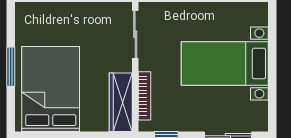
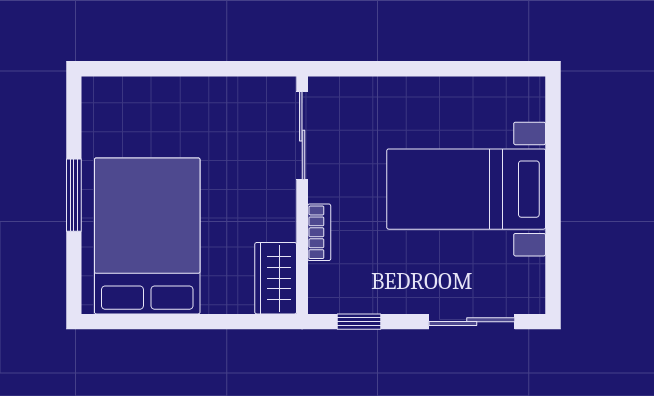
bookcase: (145, 96) -> (319, 232), width x0.64
wardrobe: (121, 102) -> (276, 278), width x0.67

